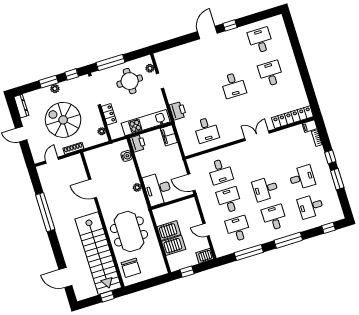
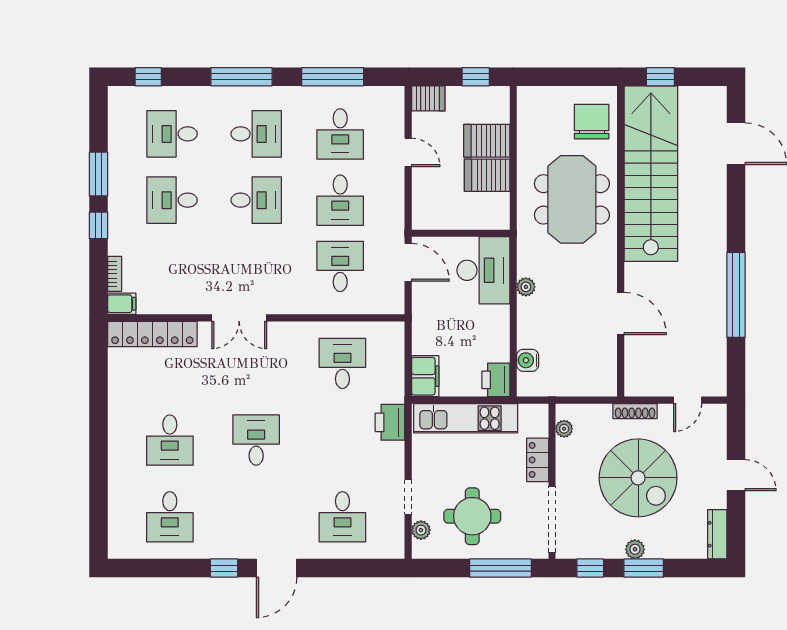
desk: (186, 63) -> (342, 517), added
desk: (311, 206) -> (172, 134), turned 180
desk: (274, 218) -> (256, 134), turned -90

